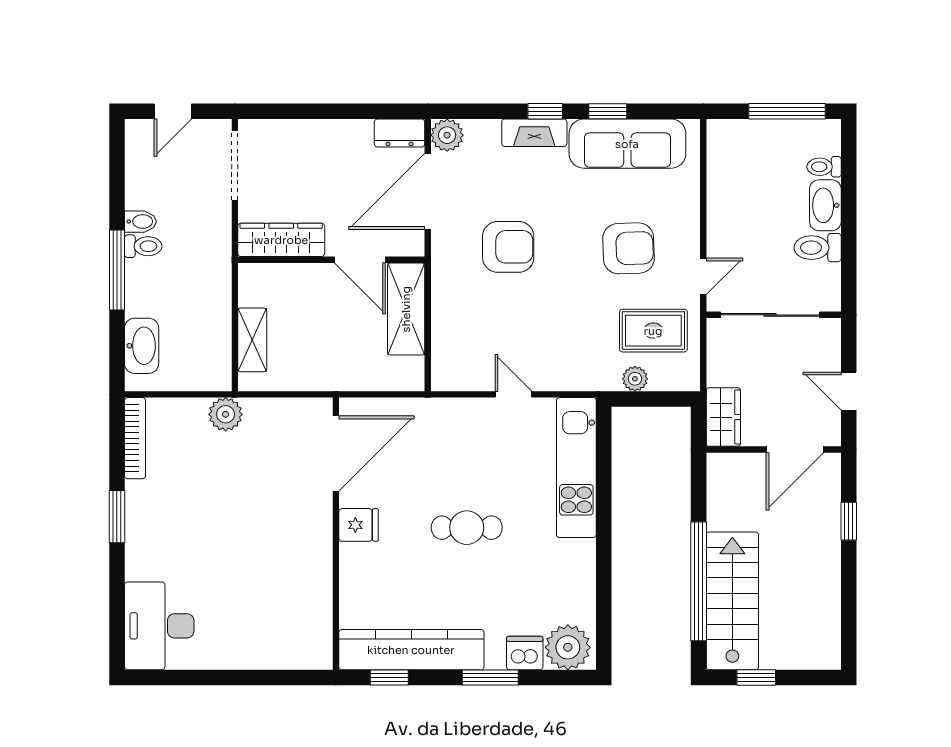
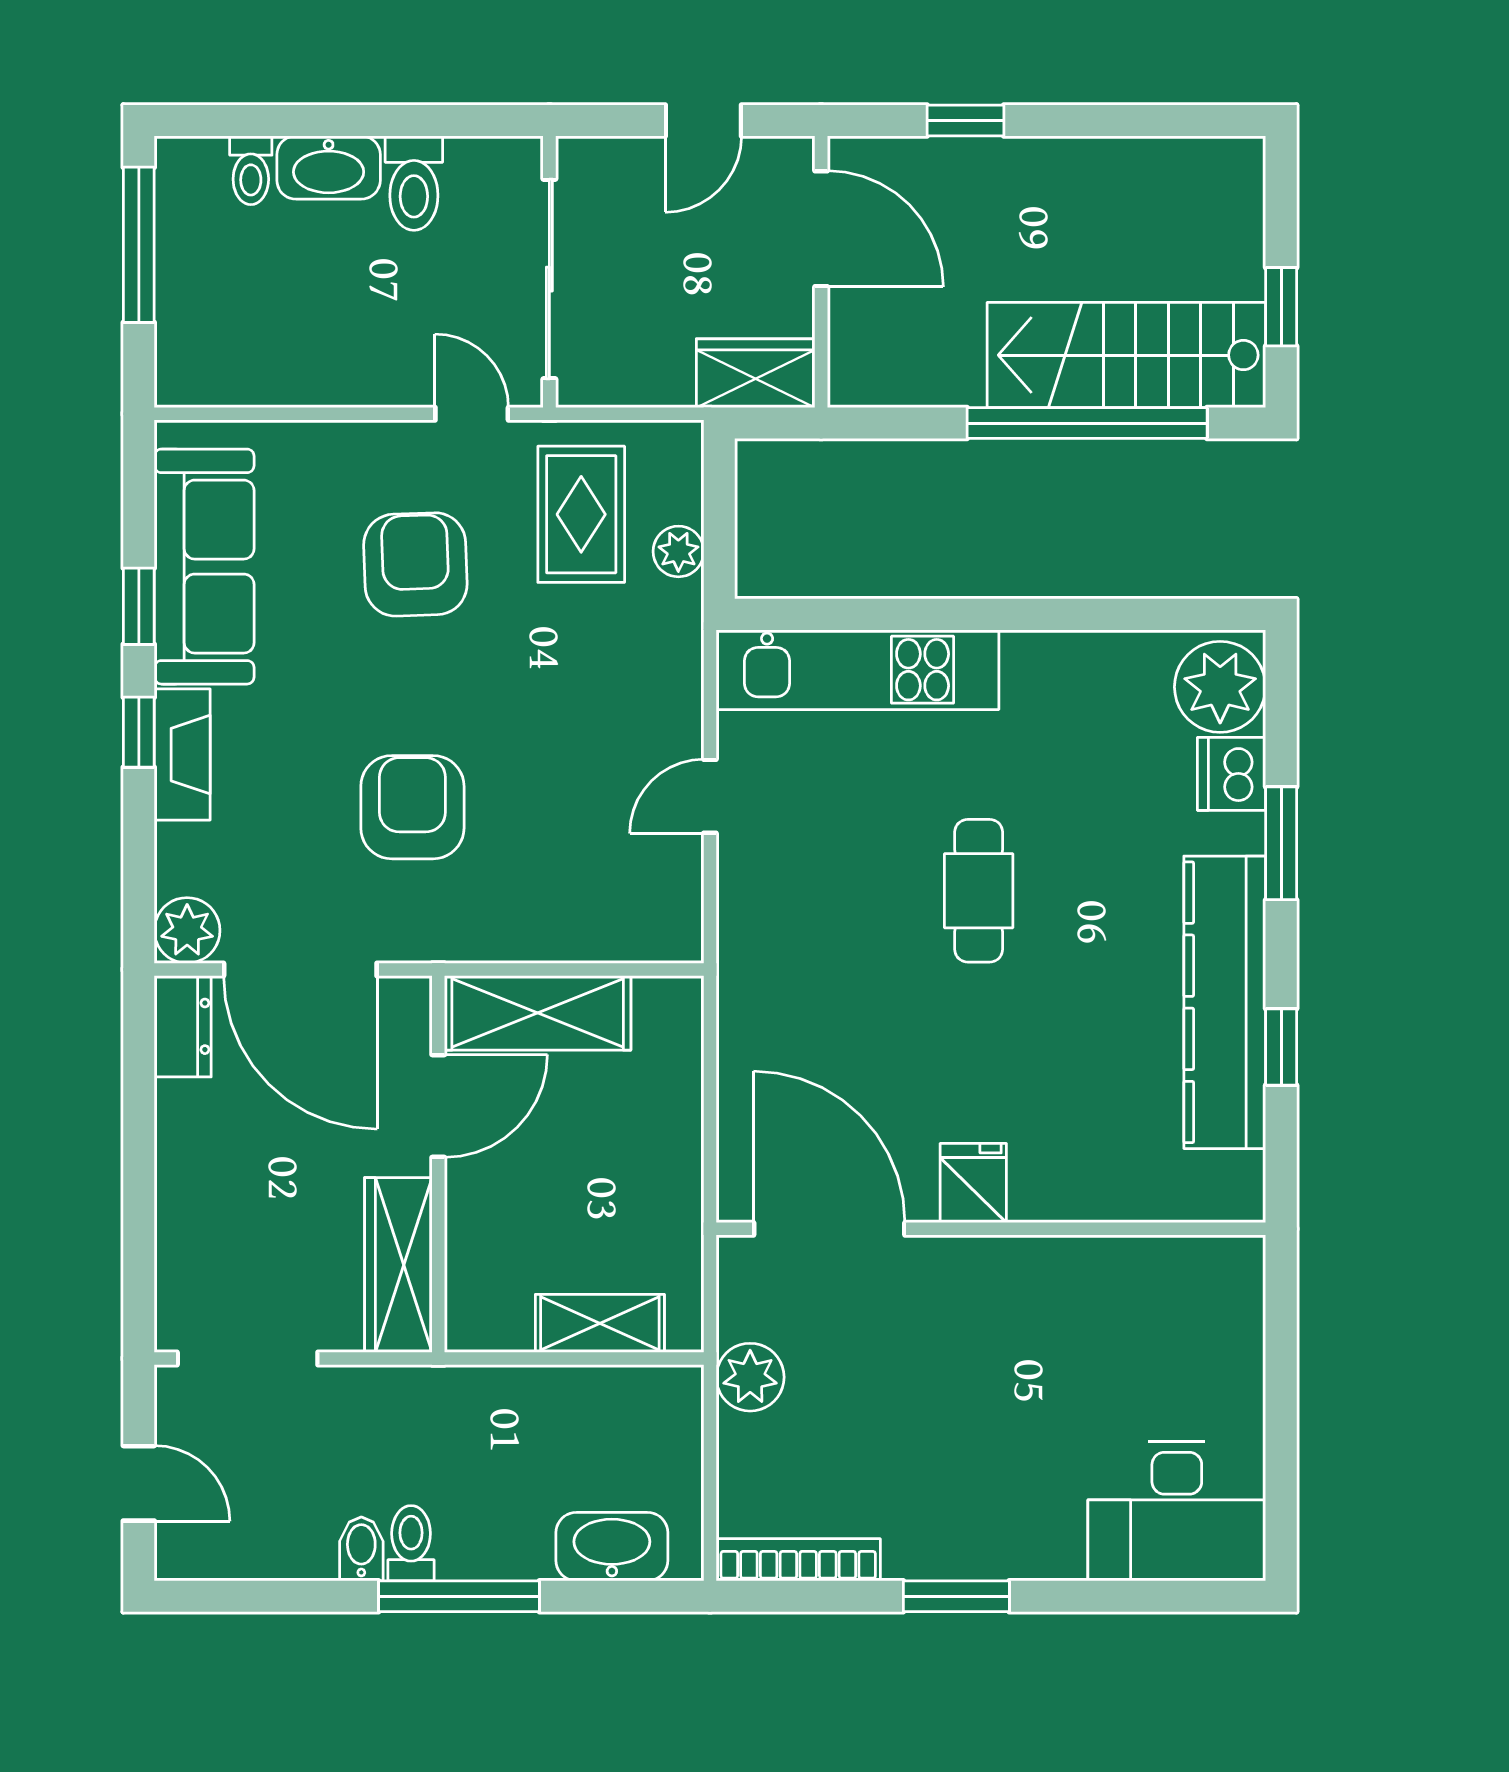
door: (336, 454) -> (829, 1229), moved
fridge: (359, 525) -> (973, 1183), moved
wall: (336, 534) -> (991, 1229), moved

